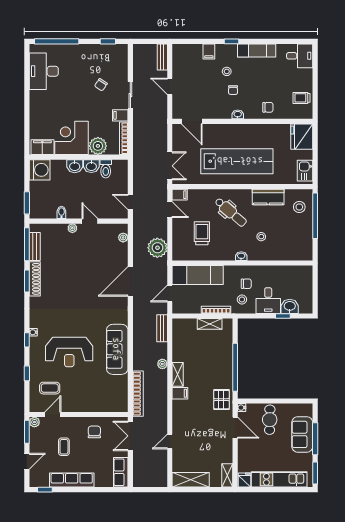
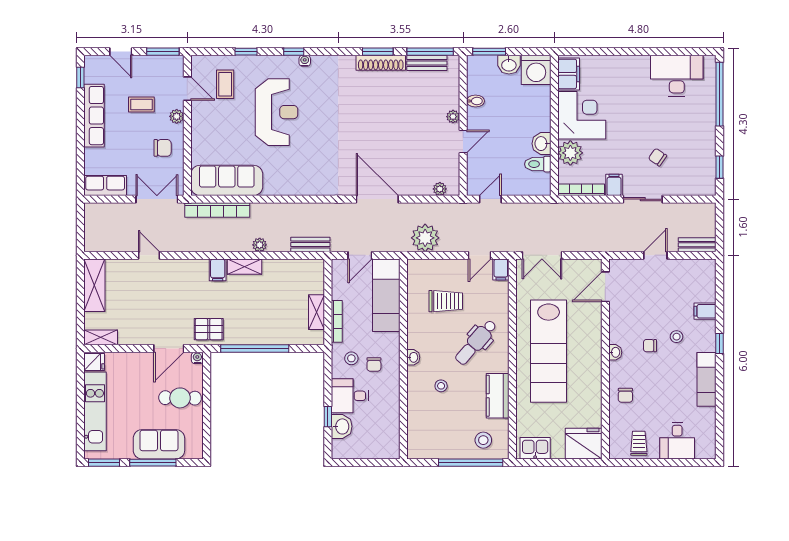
desk: (300, 56) -> (677, 441), moved
washbasin: (75, 166) -> (509, 65), moved, turned -90
door: (170, 294) -> (360, 255), swing flipped
sofa: (117, 349) -> (227, 180), moved
reception desk: (69, 352) -> (276, 112), turned 180
plant: (34, 422) -> (177, 116), moved

